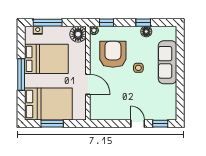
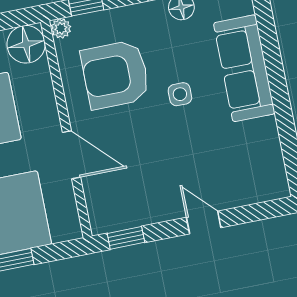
armchair: (113, 54) -> (115, 75), turned -90
window: (160, 124) -> (126, 238), moved

